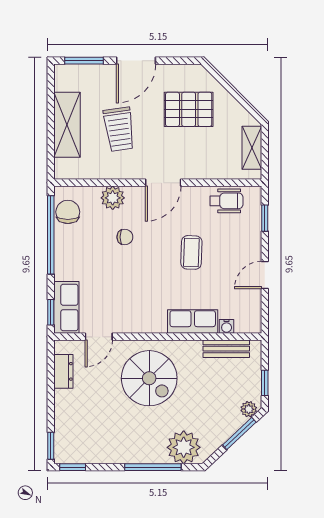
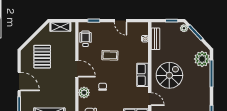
trolley: (119, 129) -> (52, 90), removed
row of seats: (193, 322) -> (143, 75), moved

